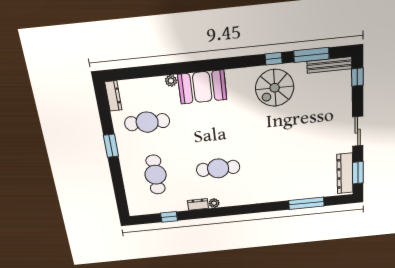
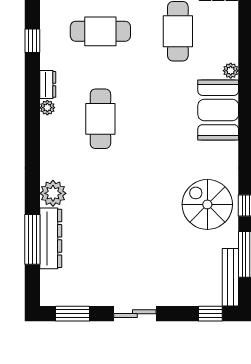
dresser: (345, 173) -> (51, 238), moved, turned 90
plant: (274, 194) -> (53, 193), added

